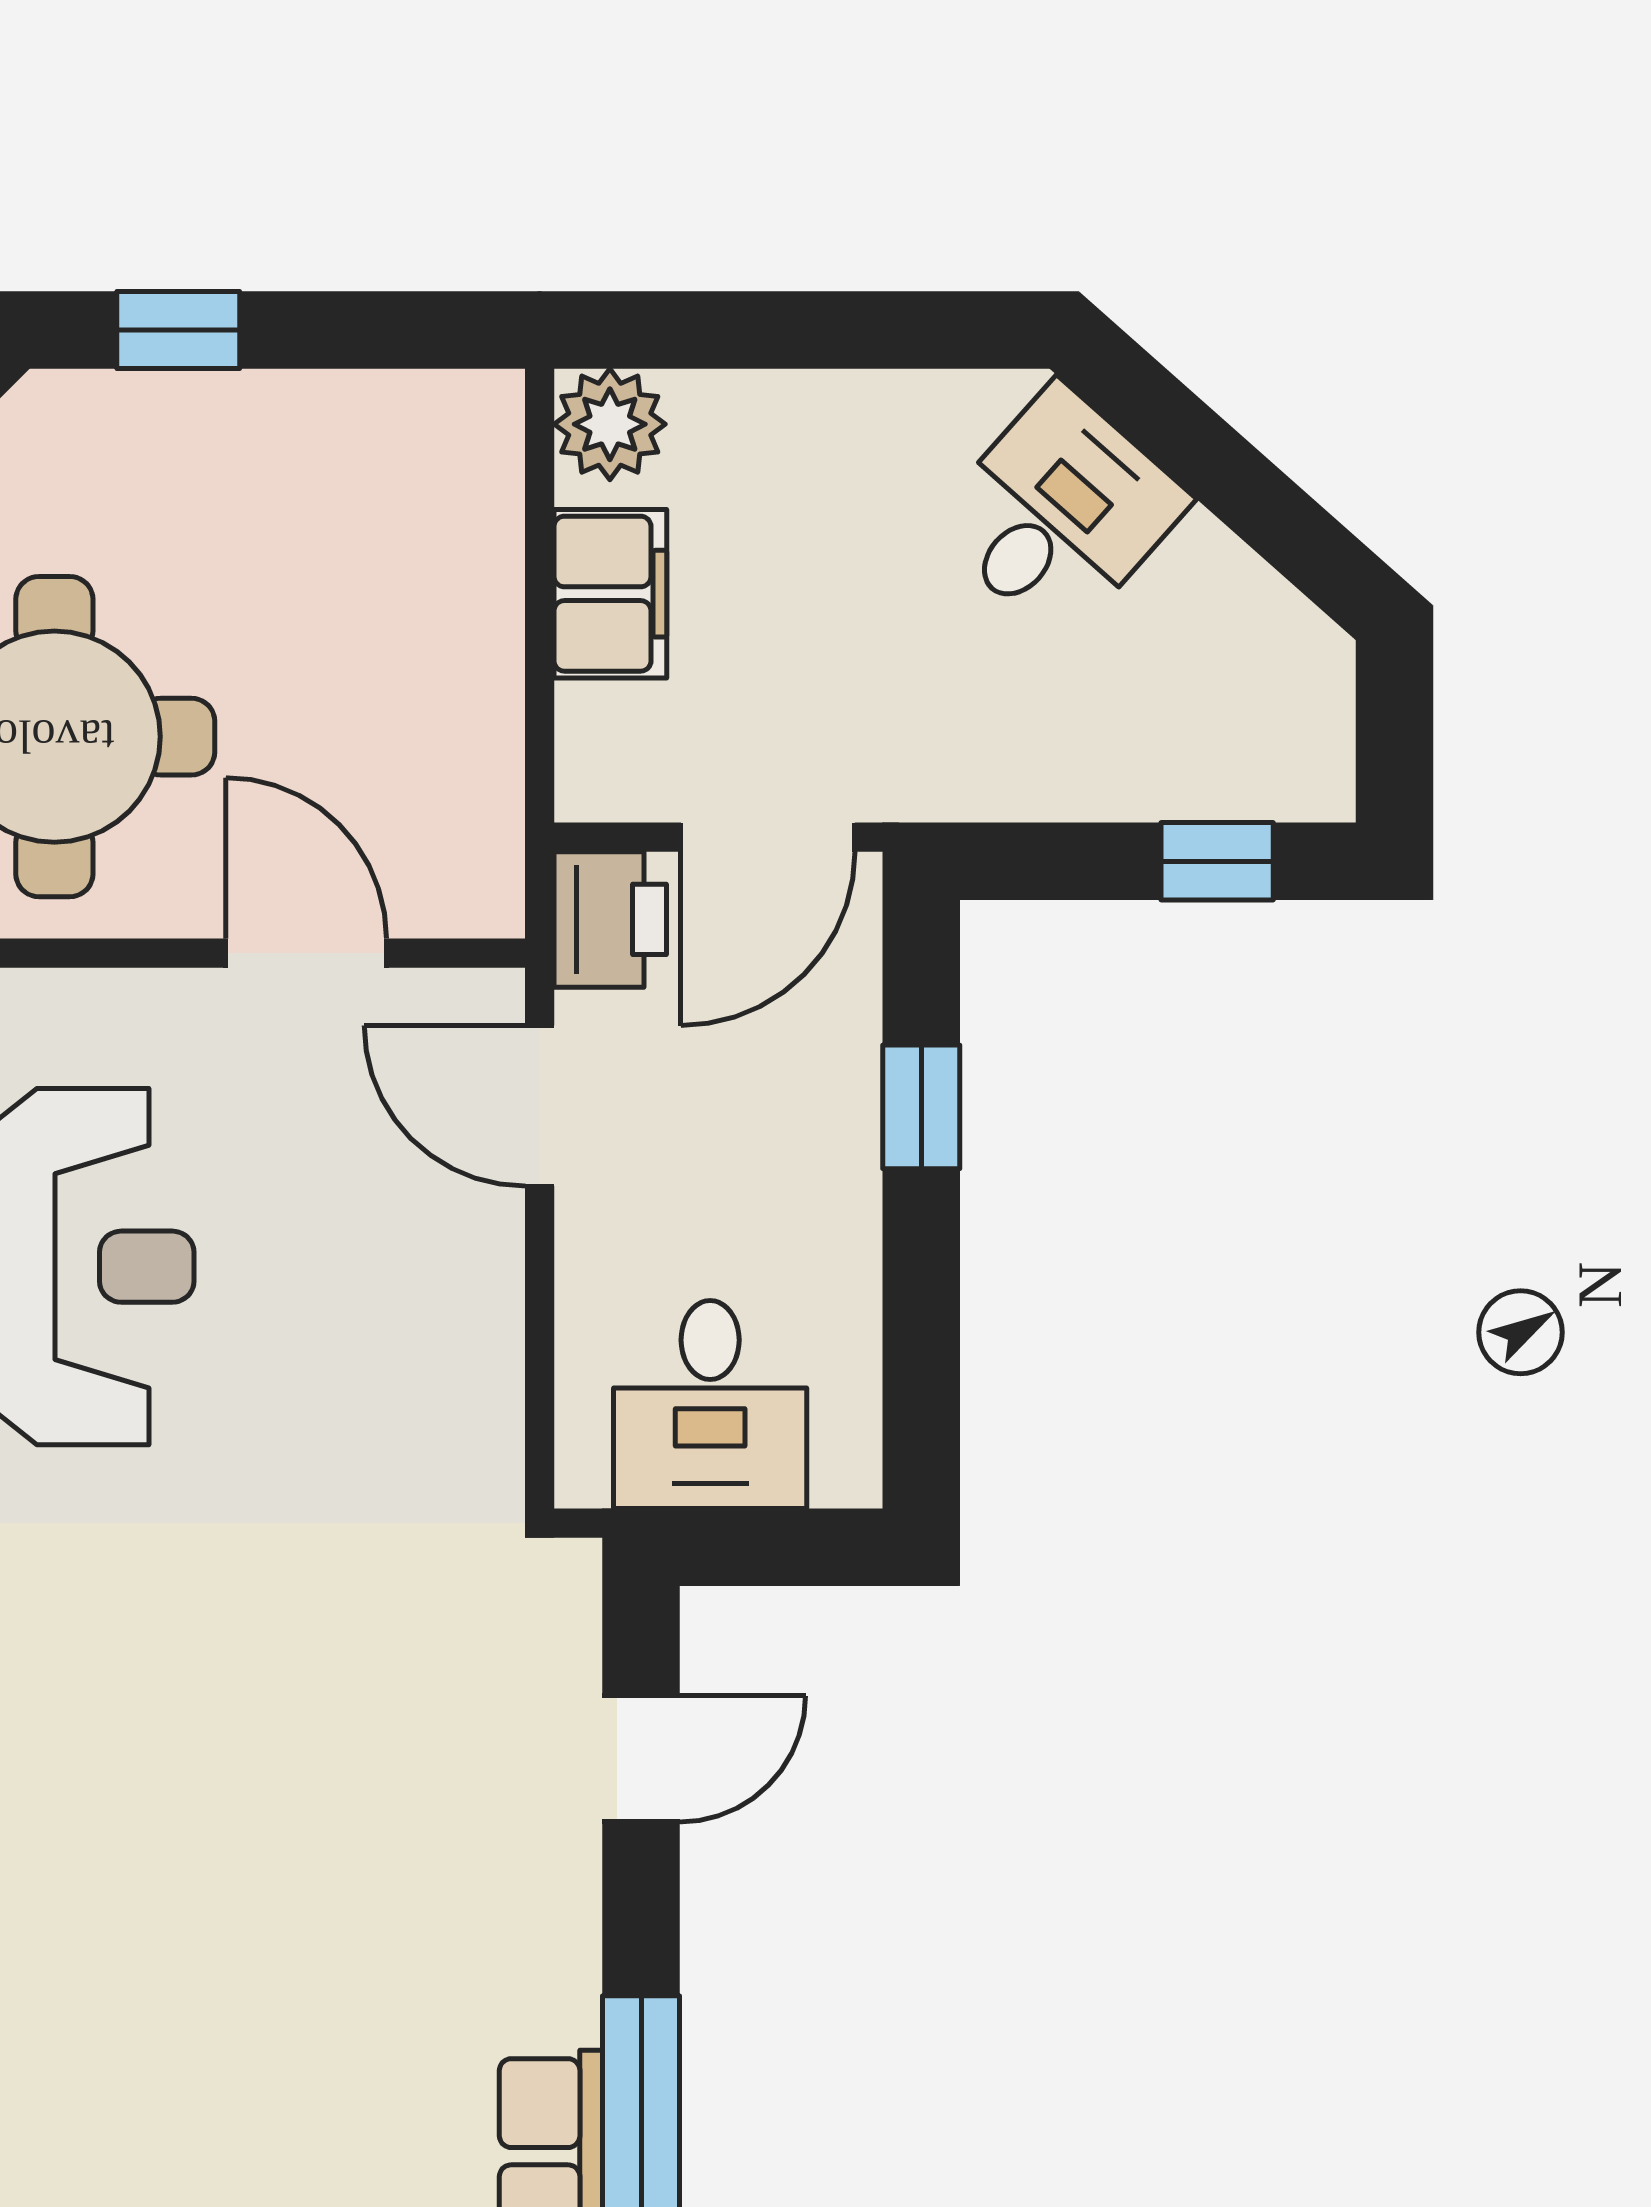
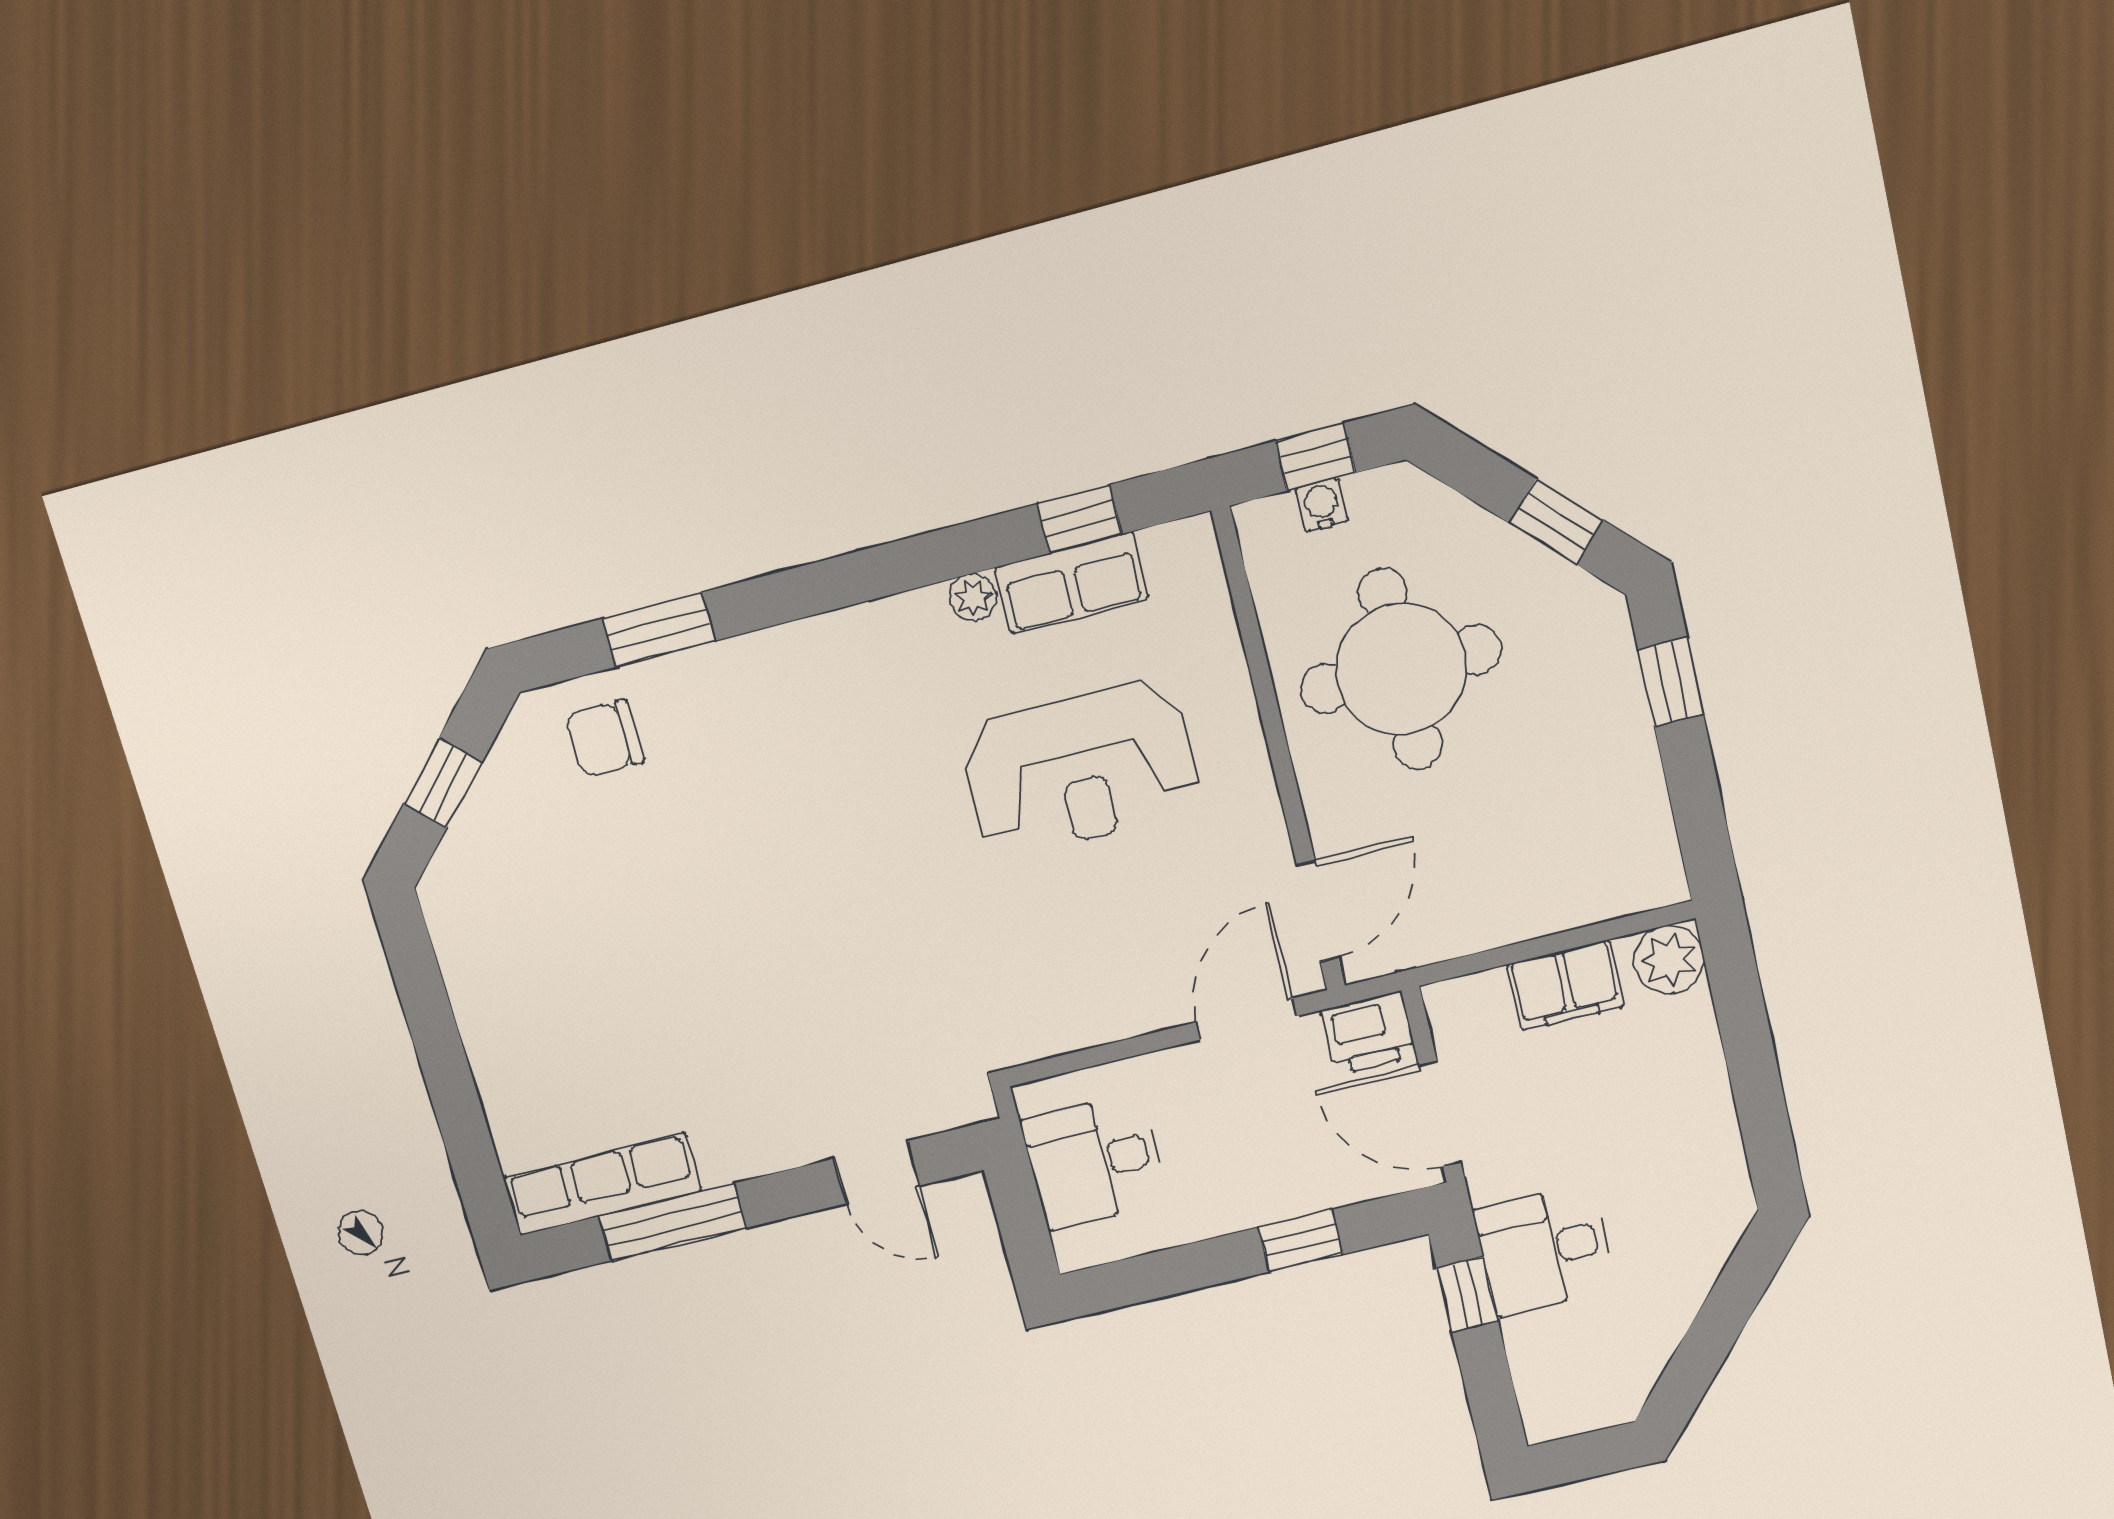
desk: (1059, 513) -> (1545, 1250), moved, turned 138
window: (1217, 861) -> (1467, 1294), moved
door: (306, 953) -> (1318, 911), moved

